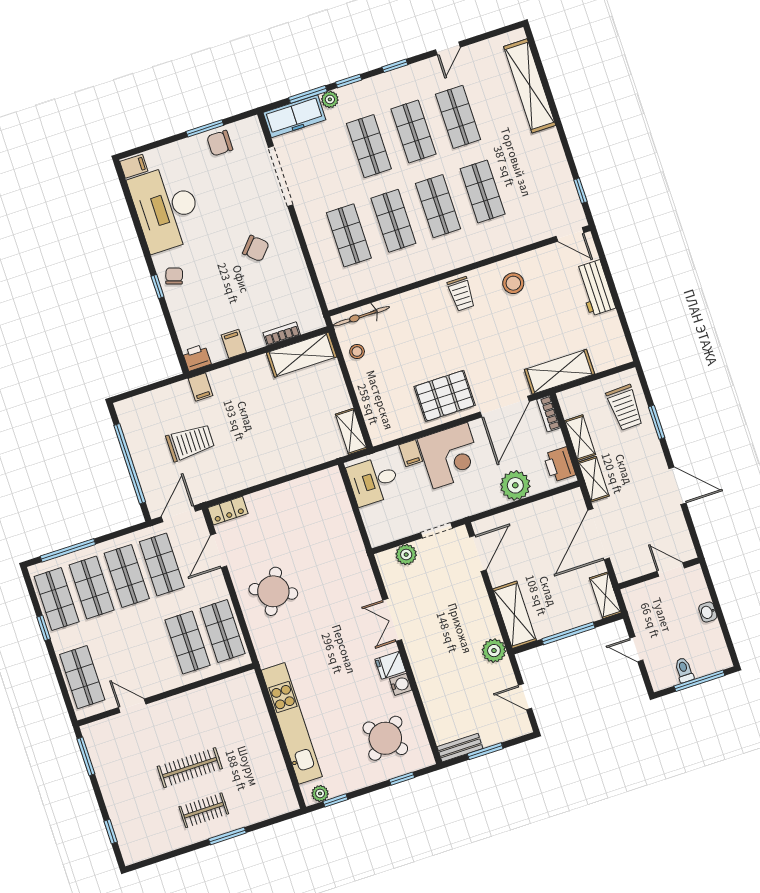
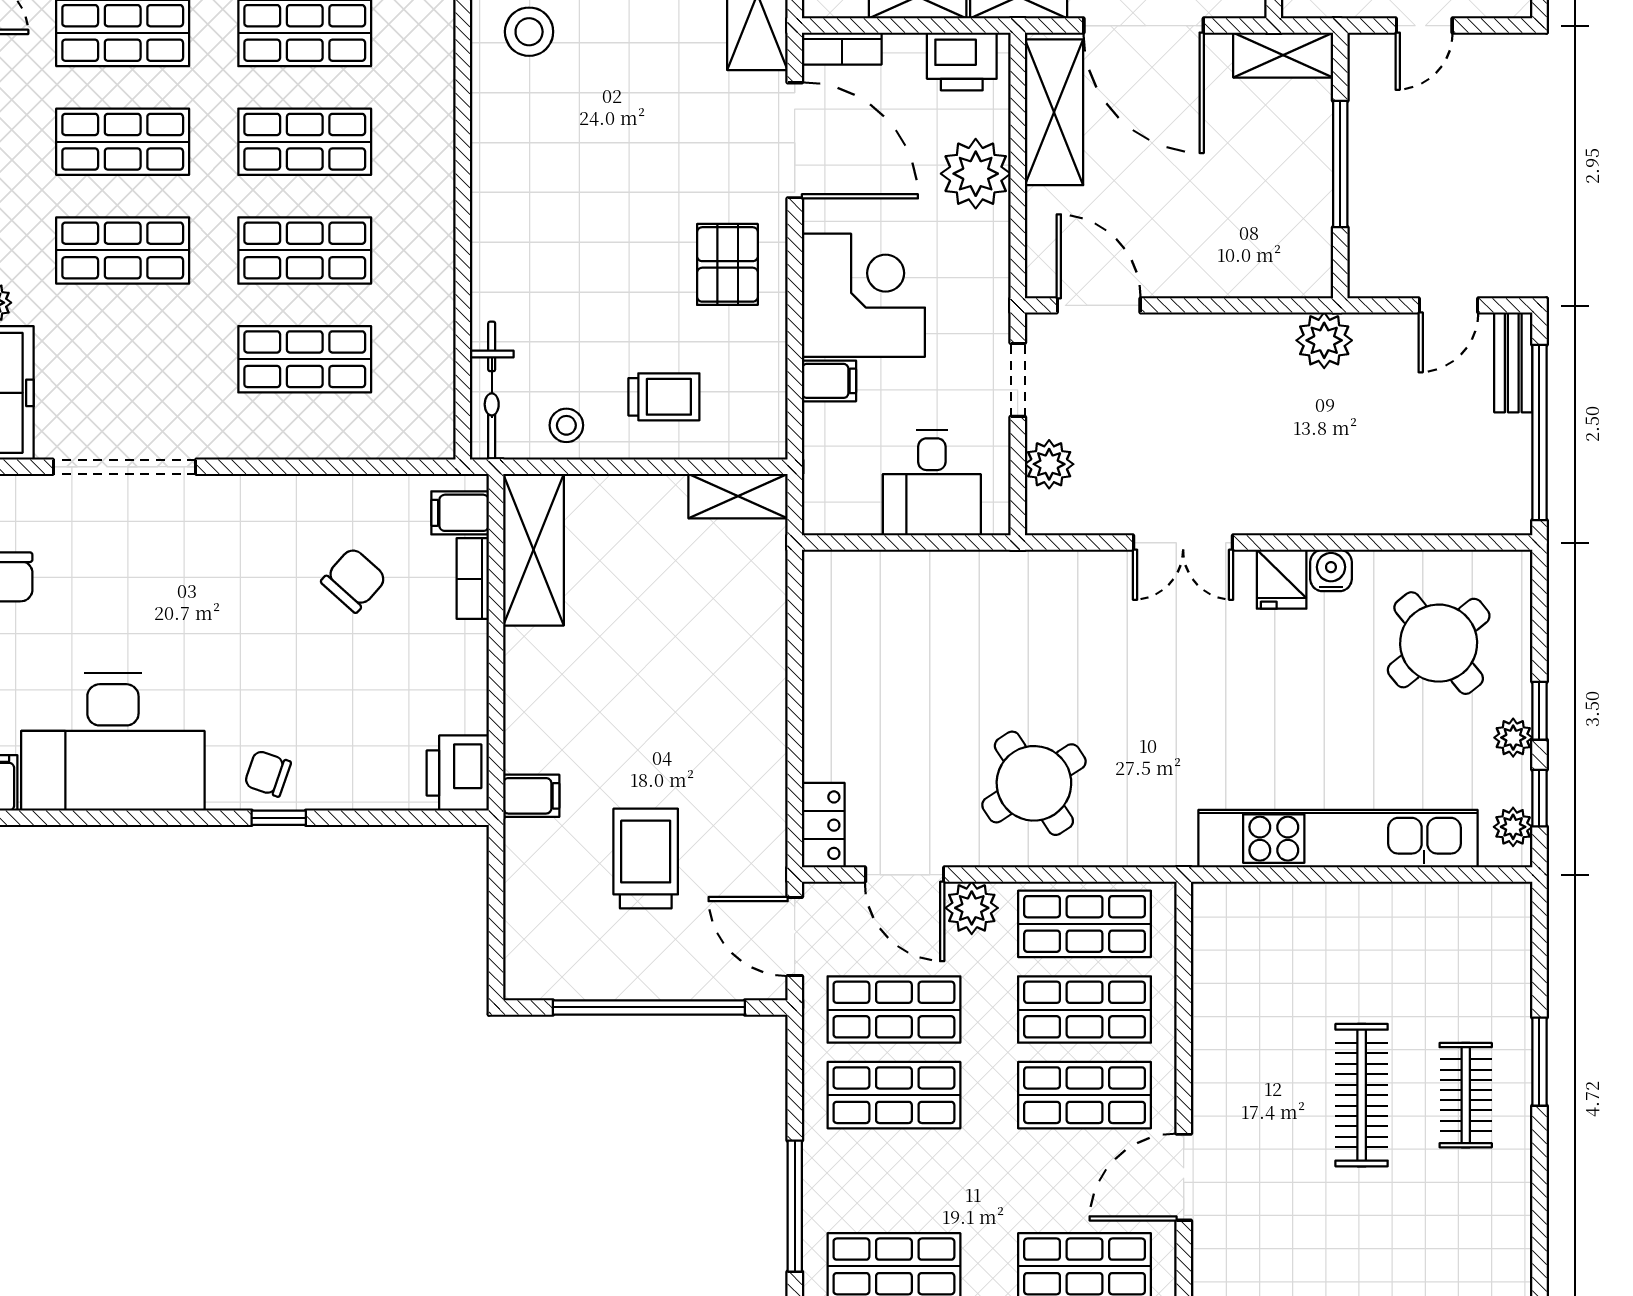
chair: (256, 248) -> (354, 580), moved
trolley: (461, 294) -> (664, 397), moved
filing cabinet: (234, 344) -> (460, 513), moved
printer: (197, 358) -> (458, 773), width x1.36, depth x1.24
pallet: (445, 396) -> (727, 264), width x0.67, depth x0.71
desk: (374, 481) -> (932, 483), moved
plant: (214, 583) -> (972, 908), added
shop shelf: (92, 588) -> (1085, 1095), moved
round table: (273, 591) -> (1034, 783), turned 32
shelving: (515, 615) -> (1054, 112), moved, turned 90
door: (132, 706) -> (1184, 1177), width x1.38
bench: (460, 748) -> (1513, 362), moved
window: (485, 751) -> (1539, 433), width x2.11
window: (402, 779) -> (1539, 711), moved
plant: (357, 782) -> (1513, 738), added

